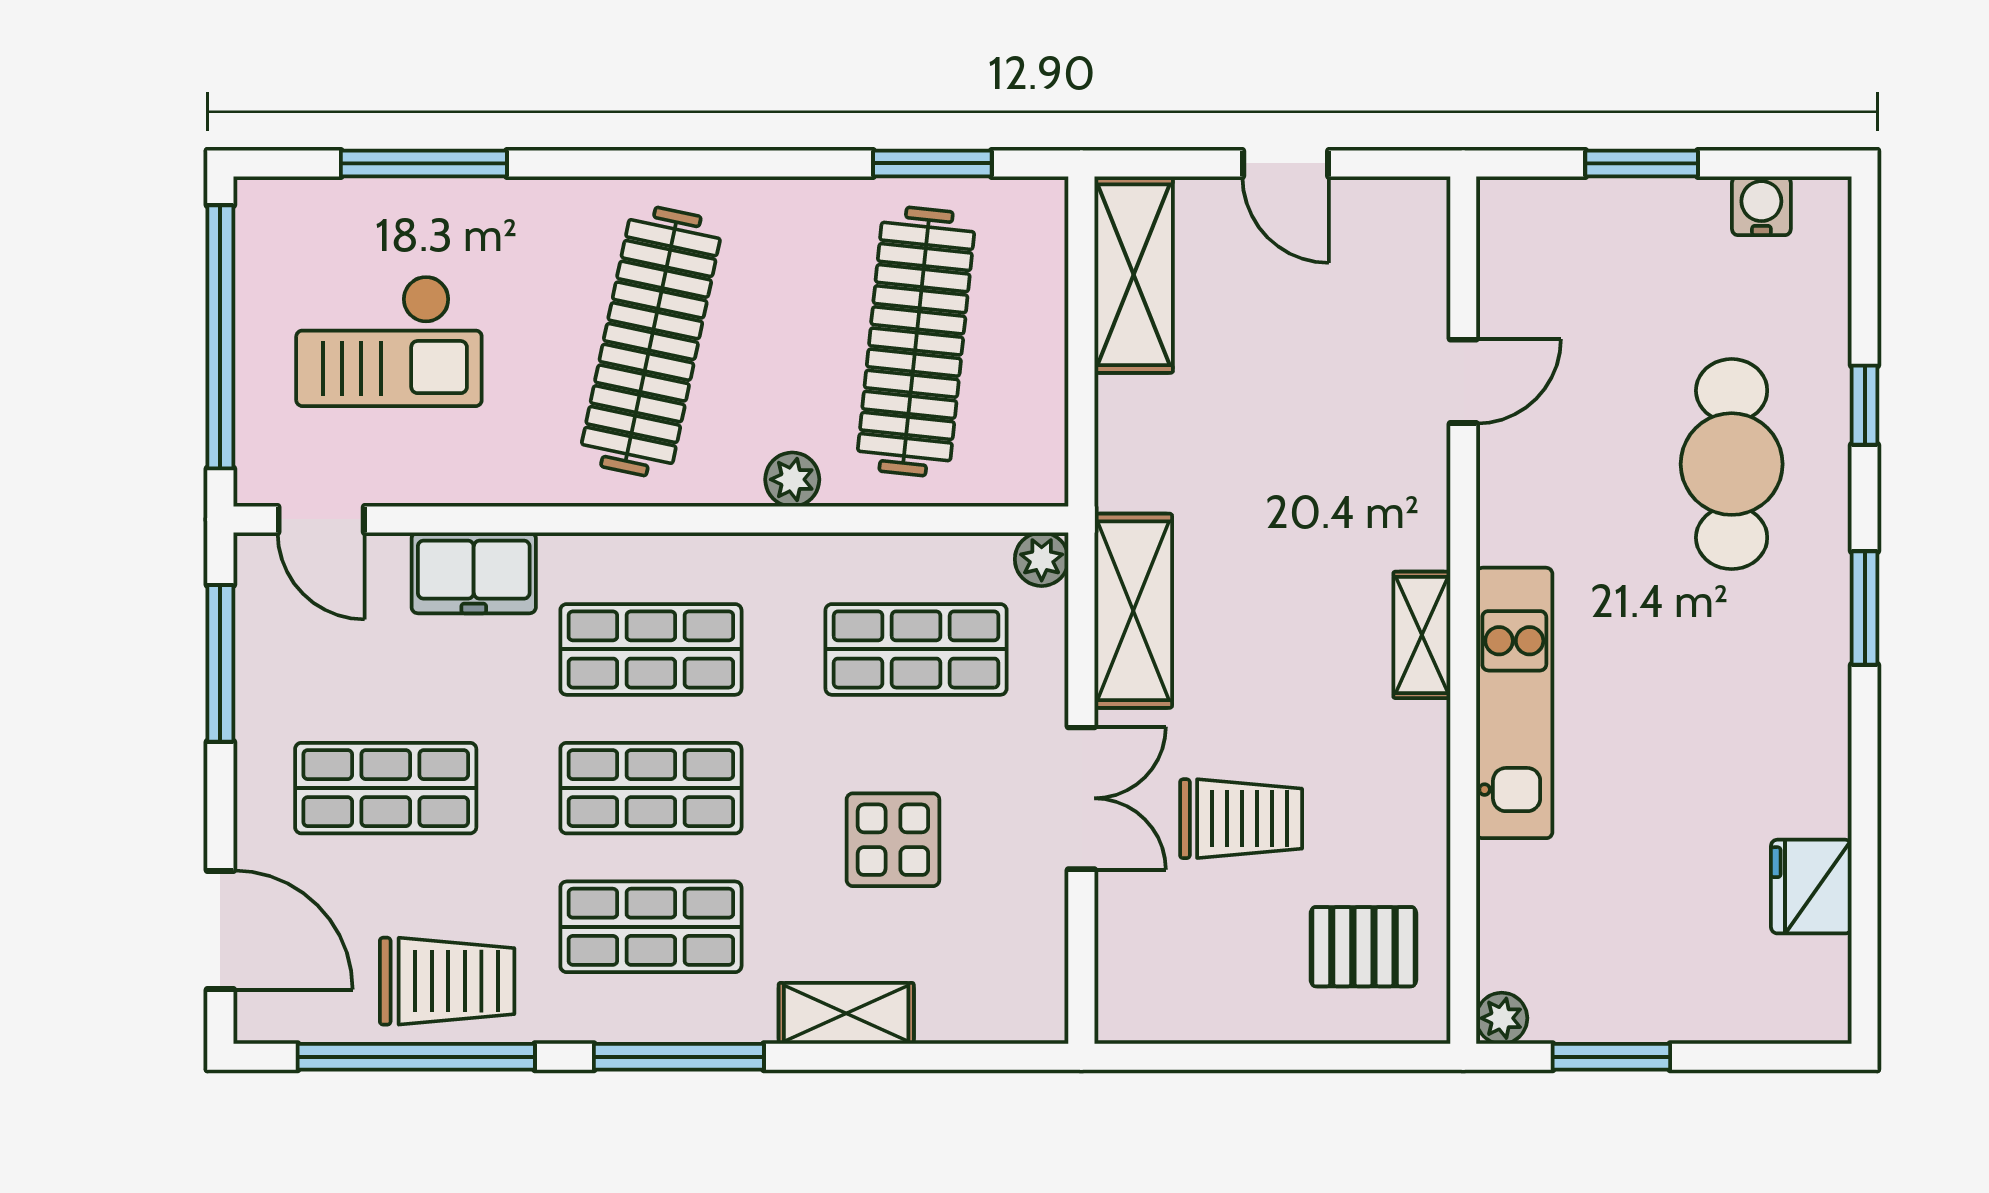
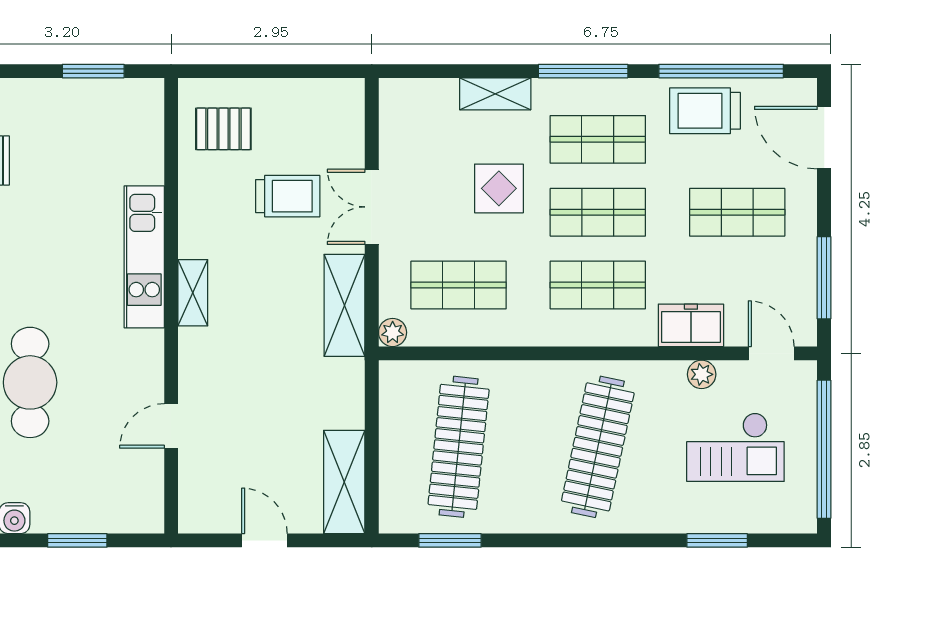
window: (424, 163) -> (717, 540), width x0.69
checkout: (389, 341) -> (735, 447), turned 180
plant: (792, 479) -> (702, 374), moved
trolley: (1241, 819) -> (288, 196), turned 180
display table: (893, 840) -> (499, 188), moved
plant: (1502, 1018) -> (151, 91), removed

